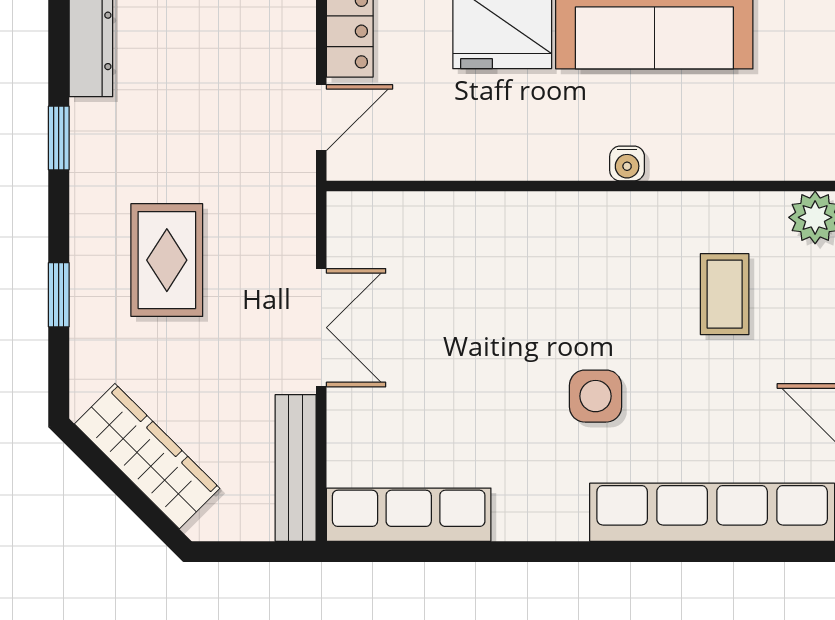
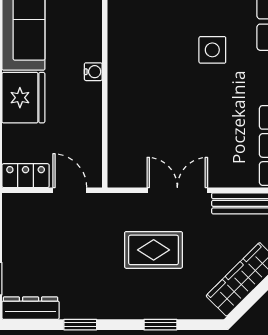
water cooler: (627, 163) -> (93, 72), moved
rug: (167, 260) -> (154, 250), moved

